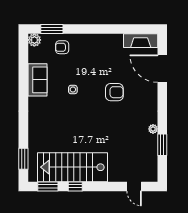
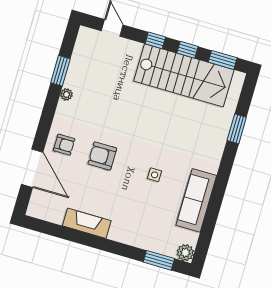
fireplace: (141, 41) -> (87, 223), moved
armchair: (62, 47) -> (64, 145), moved
sofa: (37, 80) -> (196, 200), width x1.36
window: (23, 159) -> (237, 129), moved
window: (100, 186) -> (155, 40), added

